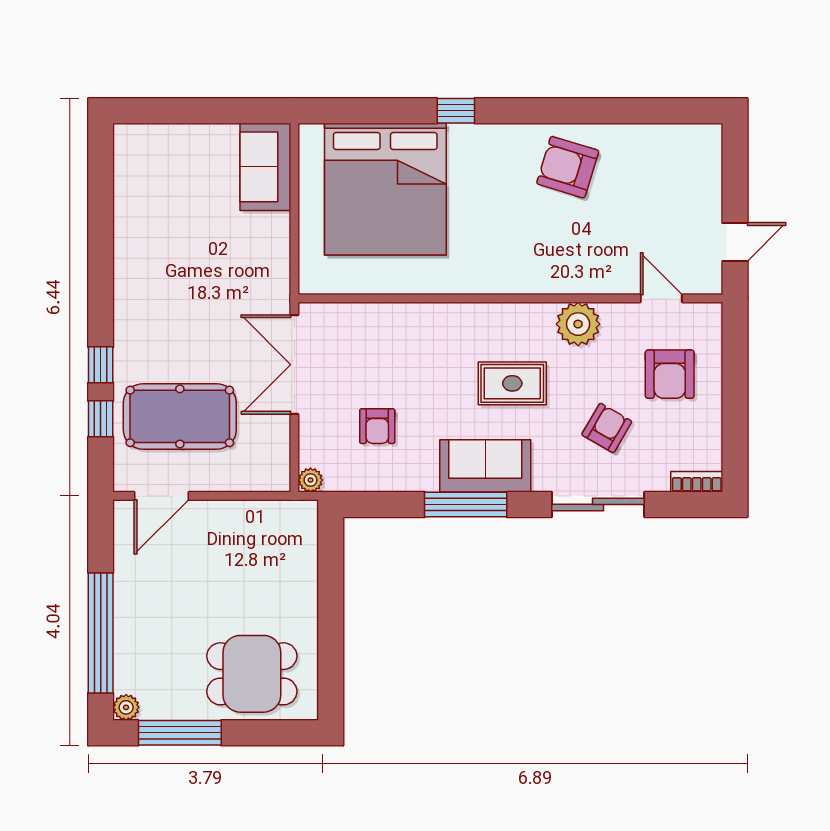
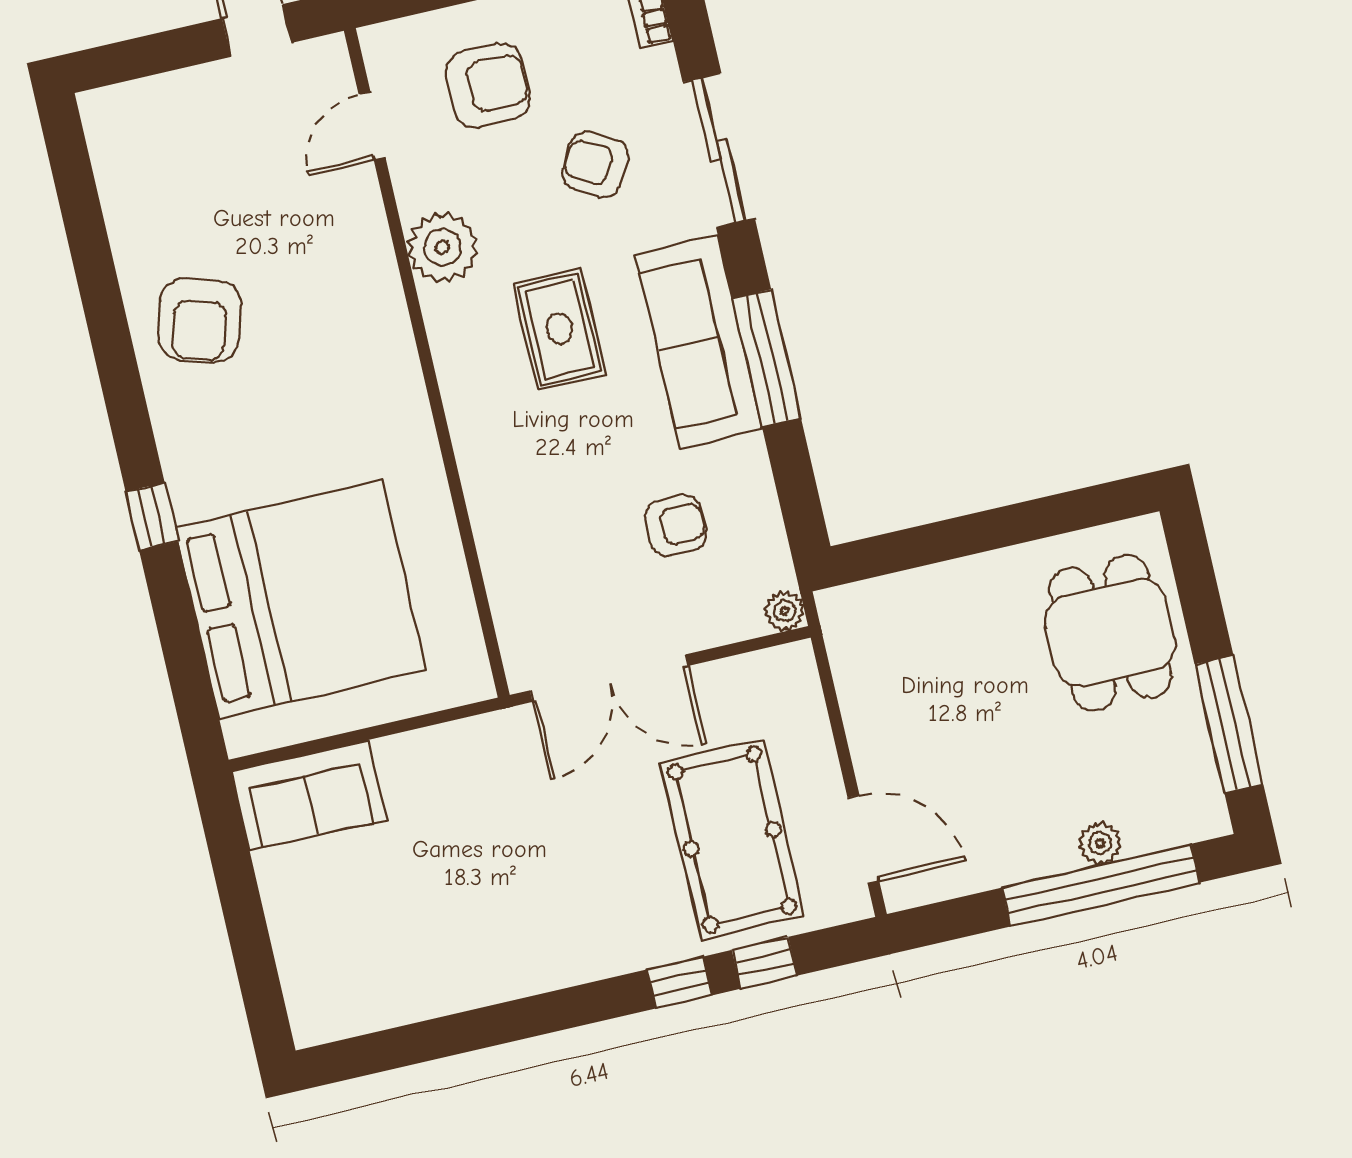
sofa: (485, 466) -> (699, 342), width x1.36
plant: (126, 707) -> (1100, 843), moved

